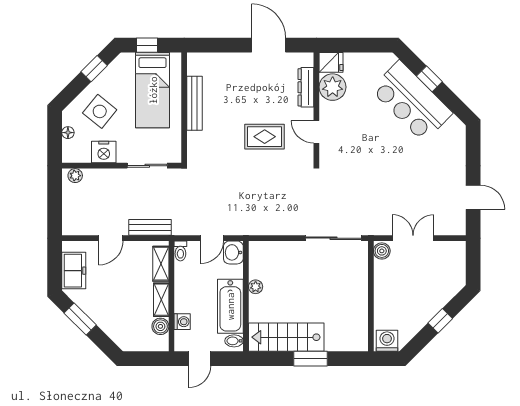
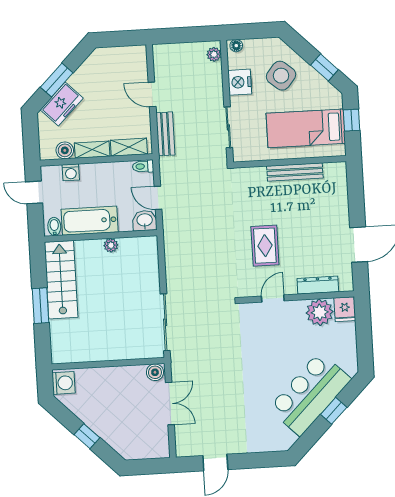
floor lamp: (68, 133) -> (236, 46), moved
freezer: (74, 271) -> (62, 104), moved, turned -45
window: (80, 319) -> (57, 80), moved

